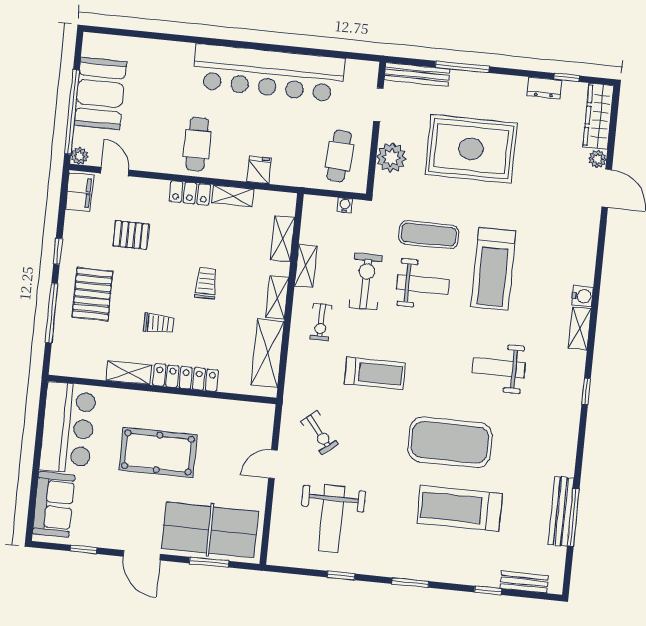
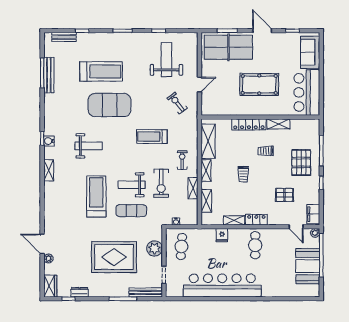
wardrobe: (598, 116) -> (50, 286), width x0.67
water cooler: (583, 296) -> (49, 141), moved

